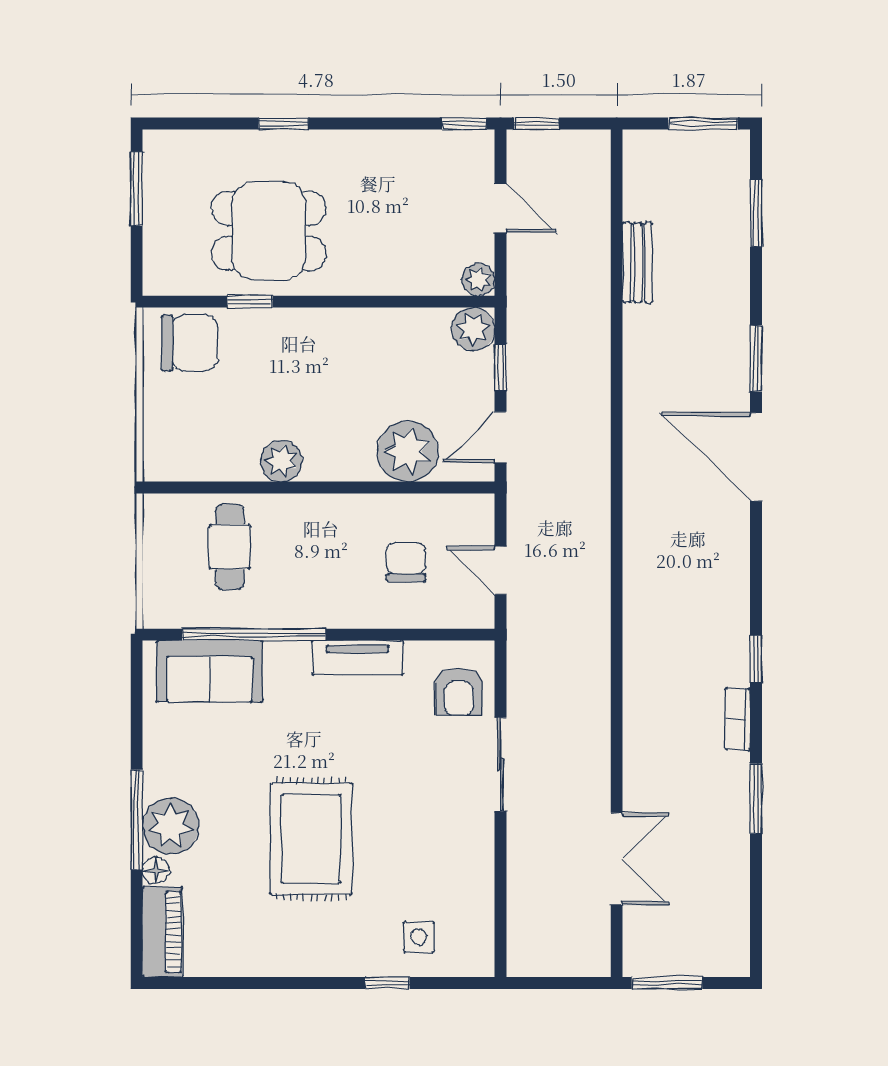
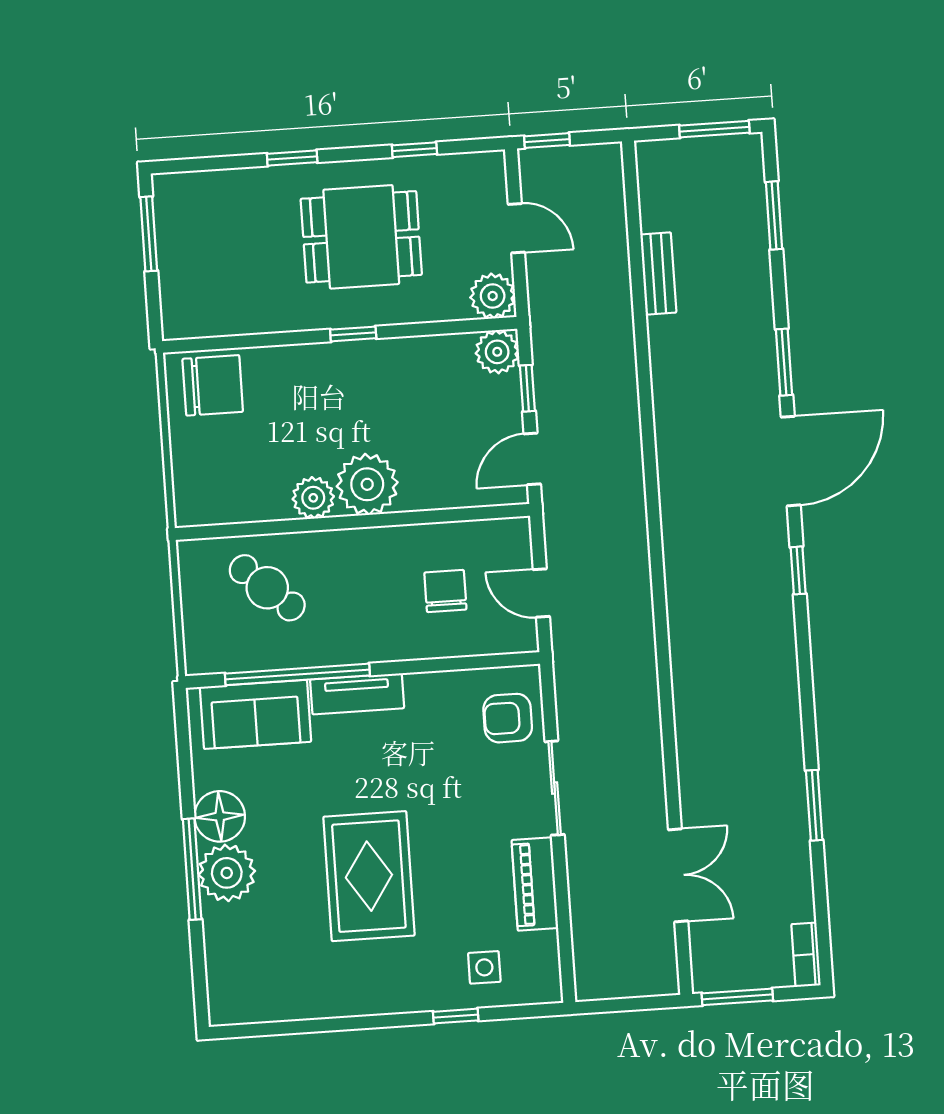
window: (464, 124) -> (414, 150), moved
dining table: (269, 231) -> (361, 237), moved
plant: (478, 280) -> (493, 296), width x1.38, depth x1.38
window: (250, 302) -> (353, 334), moved
plant: (408, 451) -> (367, 484), moved
door: (756, 457) -> (791, 461), swing flipped
cafe table: (230, 547) -> (267, 588), turned -48
tv unit: (357, 658) -> (357, 694), moved
window: (756, 659) -> (798, 570), moved
armchair: (459, 692) -> (508, 718), turned 90
bookcase: (738, 719) -> (806, 955), moved
floor lamp: (156, 871) -> (220, 816), moved, width x1.89, depth x1.89
piano: (163, 932) -> (535, 884), moved, turned 180

